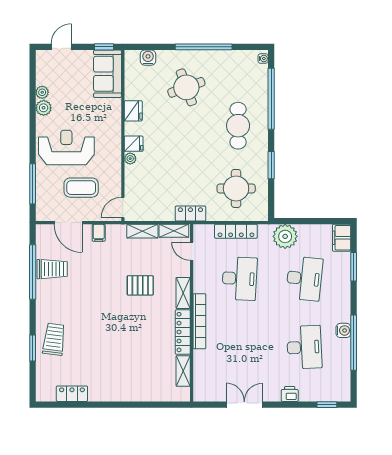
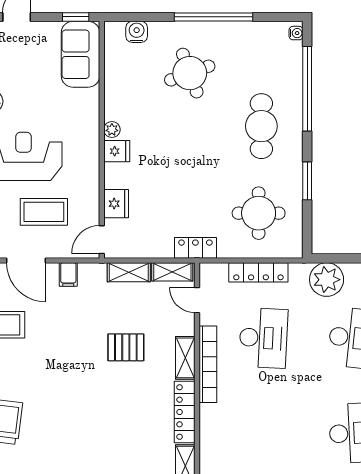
fridge: (133, 111) -> (116, 204), moved
plant: (130, 159) -> (112, 130), moved
bookcase: (199, 321) -> (208, 364), moved

